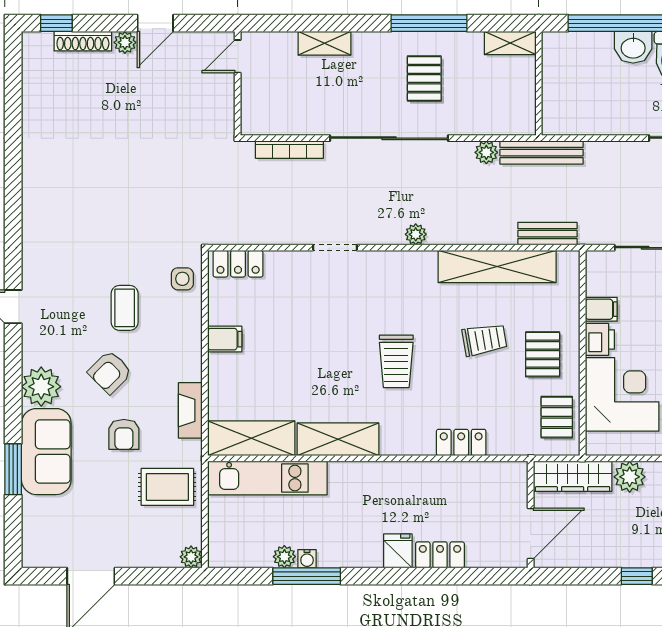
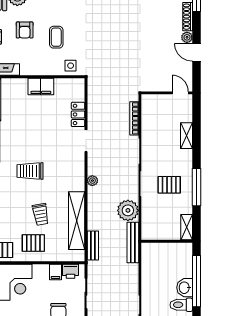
plant: (486, 152) -> (128, 210), width x1.87, depth x1.87
locker: (238, 264) -> (78, 114), moved
coffee table: (125, 308) -> (56, 37), turned 90
filing cabinet: (225, 339) -> (41, 86), width x2.00
printer: (600, 339) -> (70, 271), moved
armchair: (110, 372) -> (25, 30), turned -135

